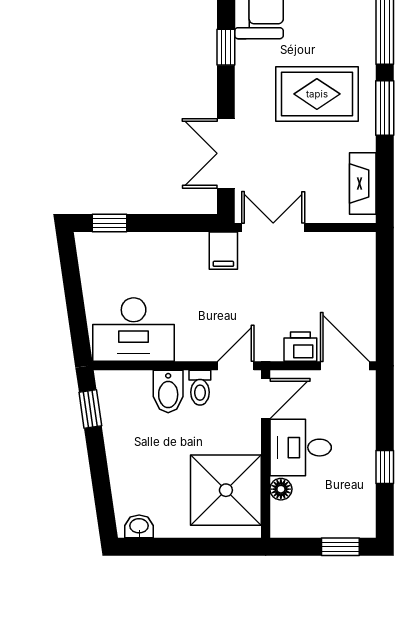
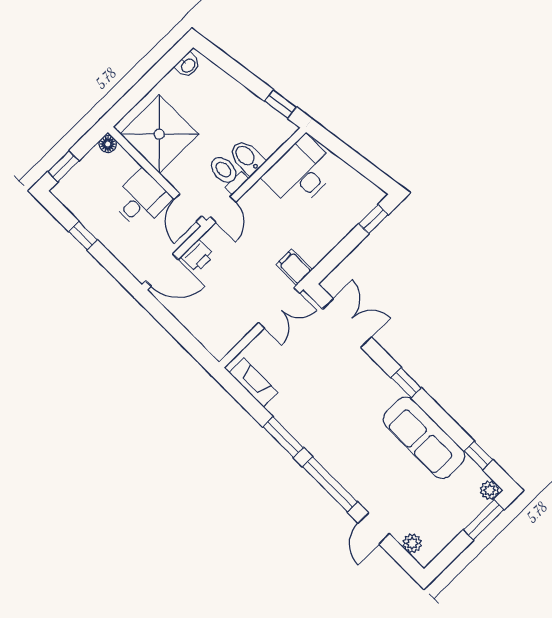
rug: (317, 94) -> (329, 407), removed
toilet: (200, 388) -> (227, 173), width x1.37, depth x1.39
floor lamp: (281, 489) -> (108, 144), moved

